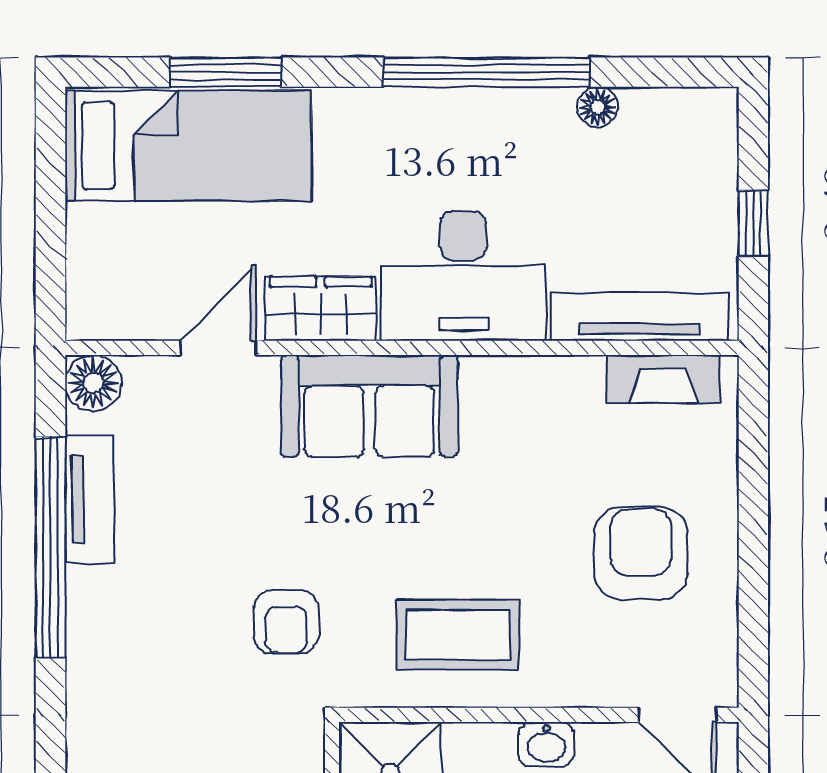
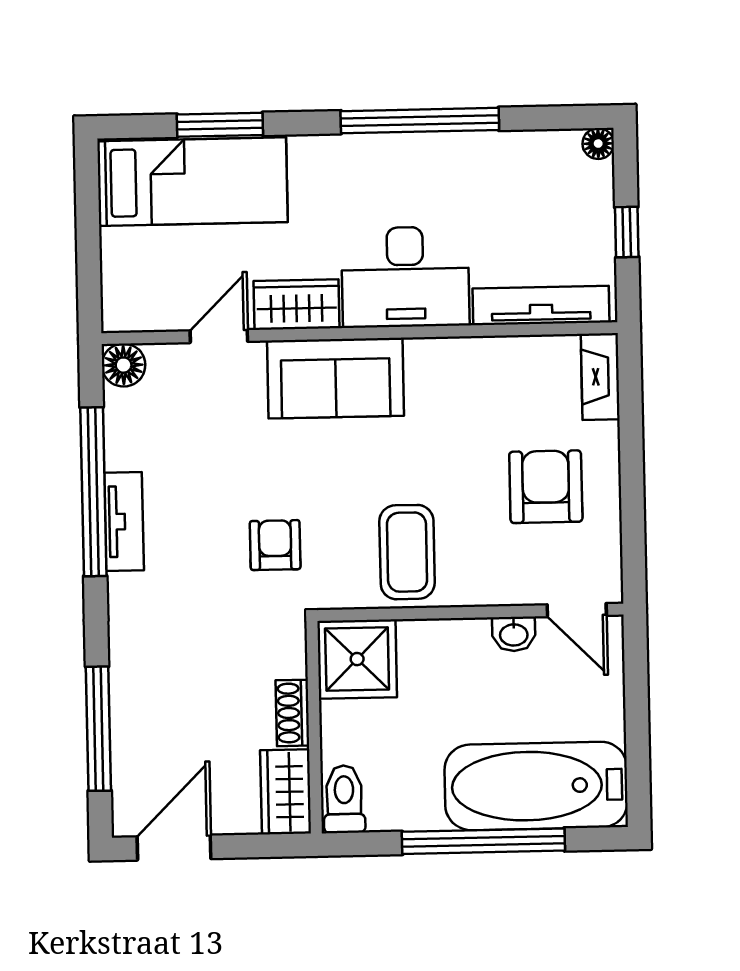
floor lamp: (598, 107) -> (598, 144), moved
fireplace: (663, 379) -> (600, 377), moved, turned 90
tv unit: (90, 499) -> (124, 522), moved
armchair: (286, 622) -> (275, 545), turned 180
coffee table: (458, 635) -> (407, 552), turned 90
washbasin: (546, 744) -> (514, 634), moved

